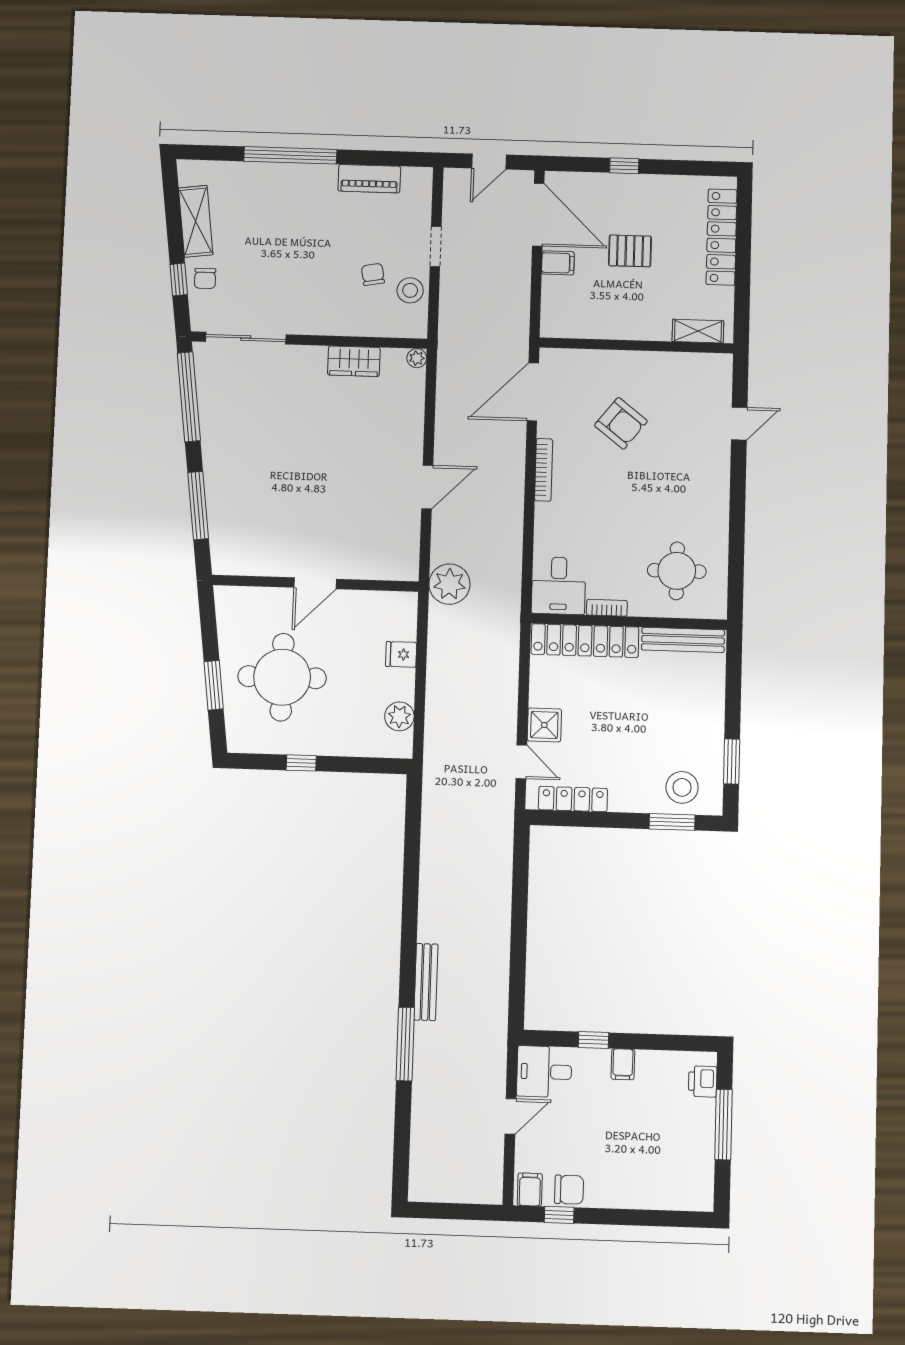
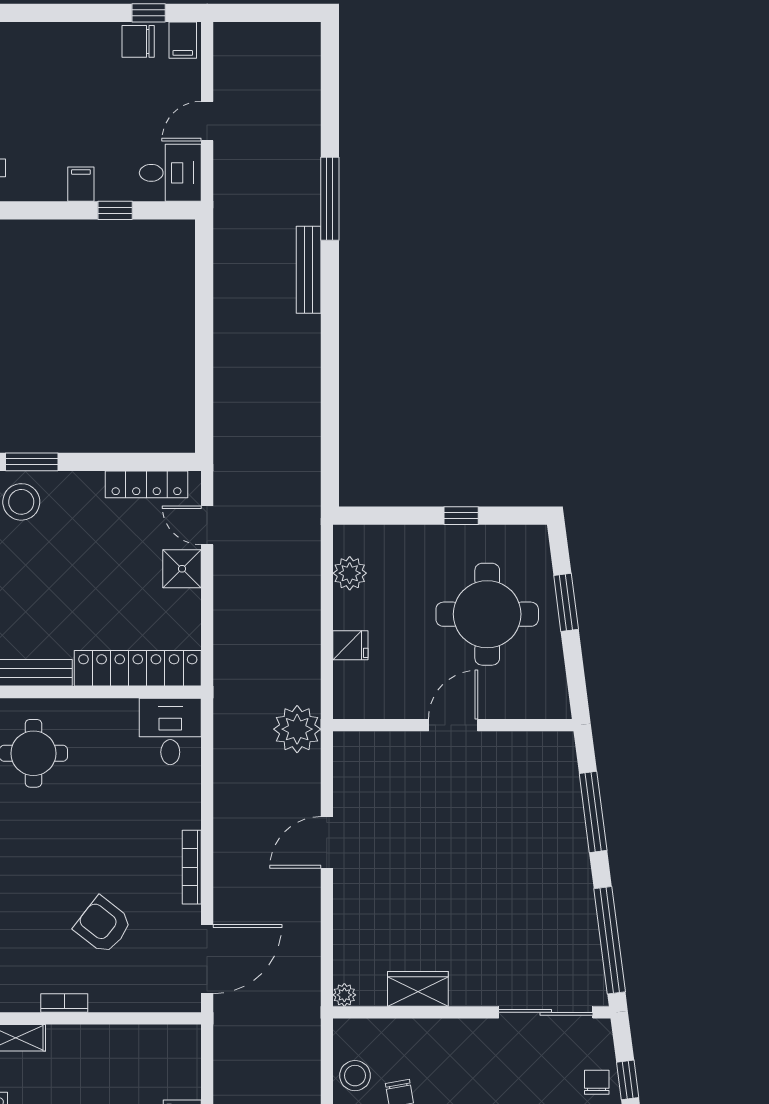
bookcase: (607, 608) -> (64, 1003), moved, turned 180

